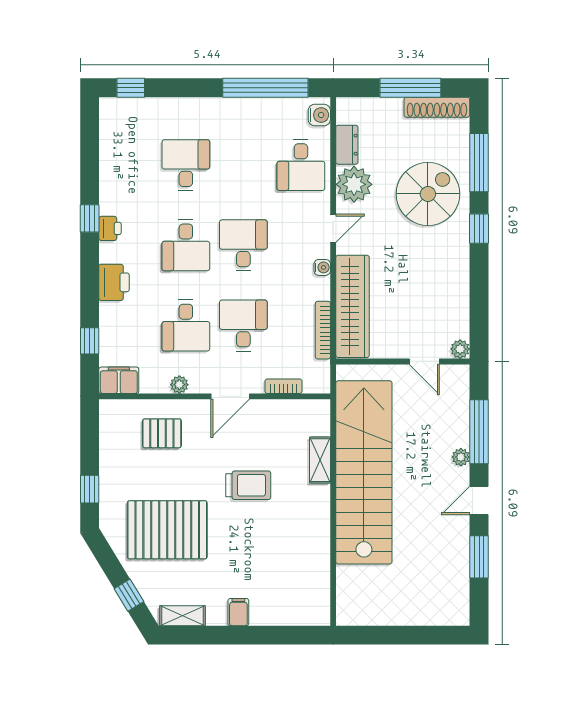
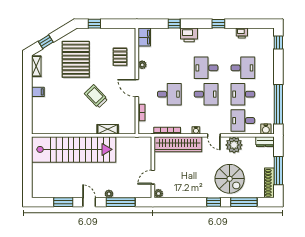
dresser: (347, 145) -> (265, 142), moved
printer: (110, 228) -> (242, 33), moved
desk: (186, 325) -> (243, 94), moved
window: (90, 341) -> (174, 24), moved
stairs: (364, 472) -> (74, 149), moved
trolley: (248, 485) -> (96, 96), turned 136

